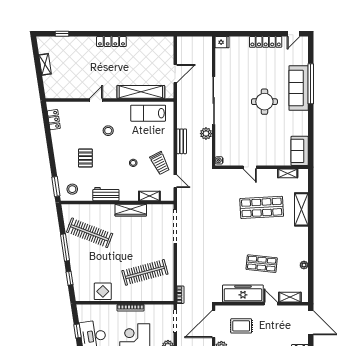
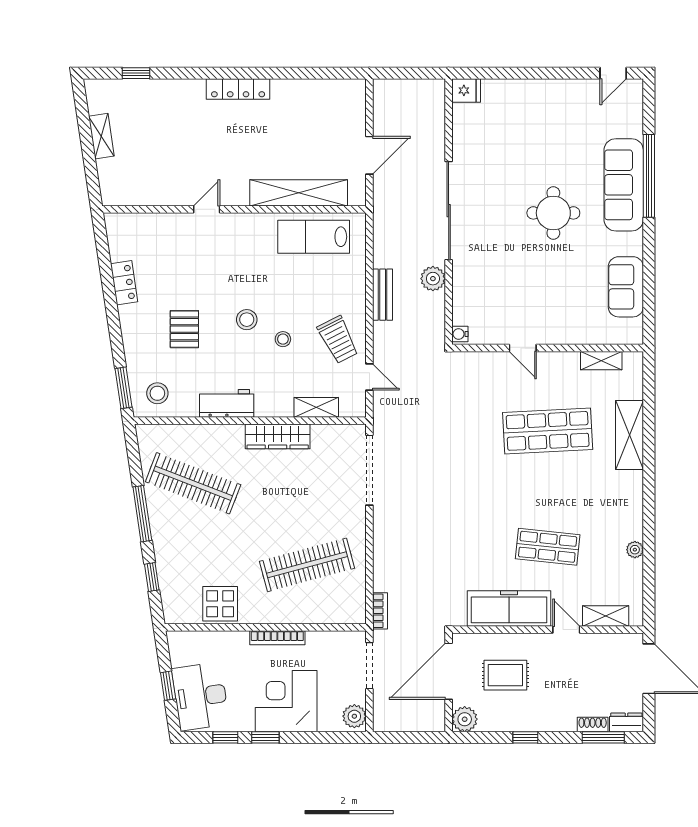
locker: (266, 42) -> (556, 90), removed
locker: (54, 120) -> (124, 283), moved
stool: (108, 131) -> (247, 320), moved
sofa: (300, 151) -> (626, 287), moved

